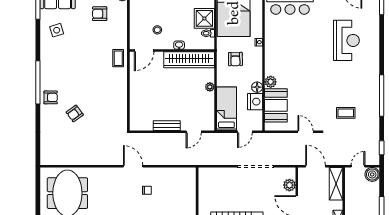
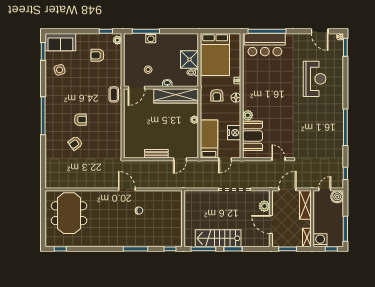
floor lamp: (257, 87) -> (236, 98), moved
armchair: (51, 97) -> (80, 120), moved
coffee table: (346, 113) -> (314, 143), removed
door: (316, 166) -> (287, 189), hinge flipped

